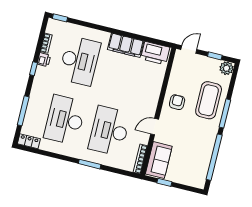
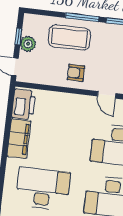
plant: (227, 68) -> (28, 44), moved

